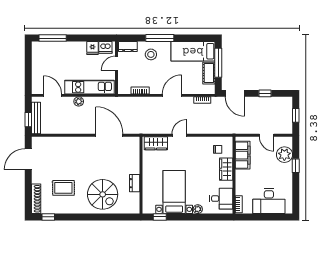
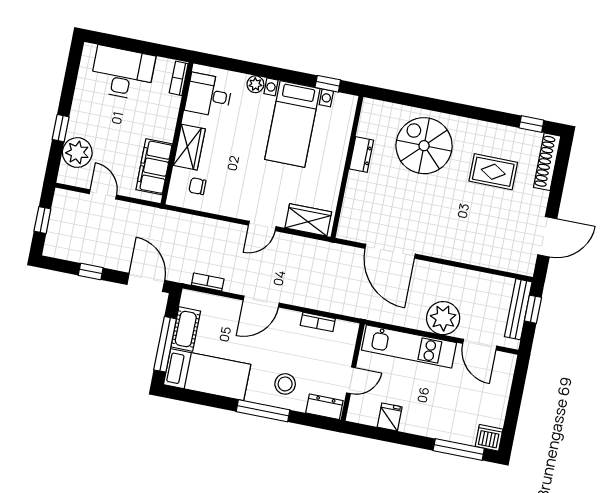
dishwasher: (105, 47) -> (489, 438), moved
plant: (79, 101) -> (443, 318), width x1.88, depth x1.88

